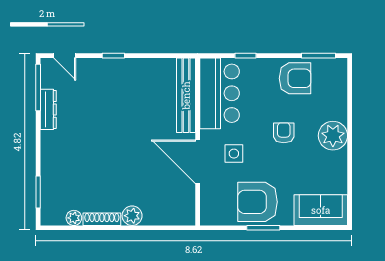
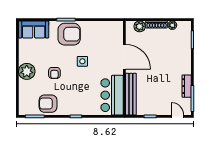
bar counter: (219, 93) -> (112, 95), moved
bench: (186, 95) -> (131, 94), moved
wall: (198, 142) -> (124, 68), moved
door: (198, 162) -> (124, 57), moved

